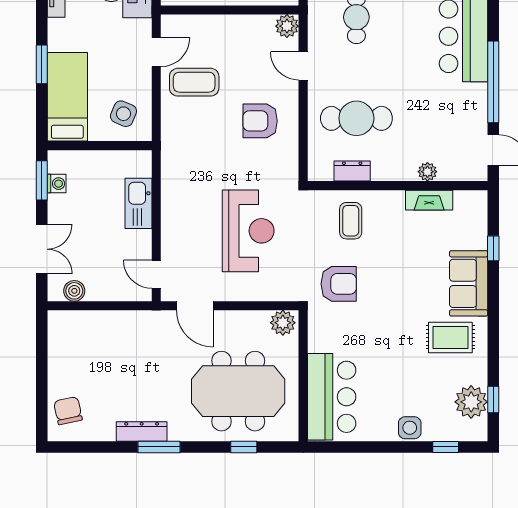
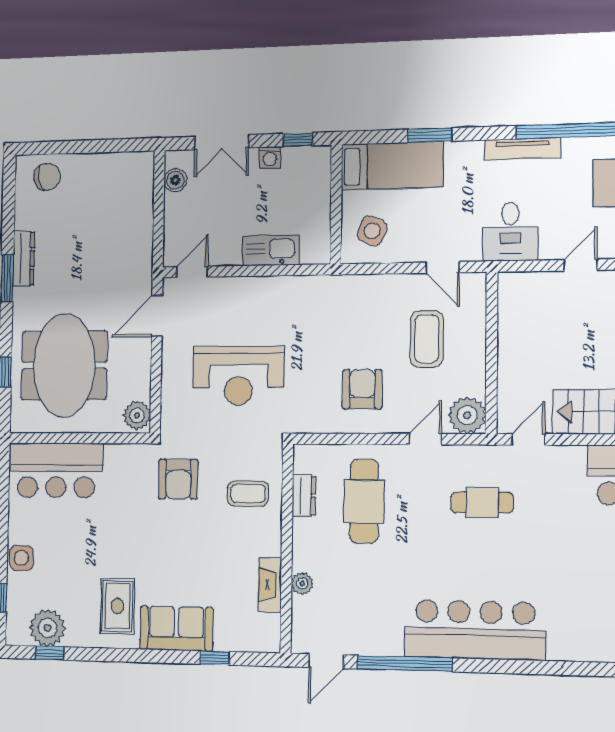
plant: (287, 26) -> (467, 415), width x1.36, depth x1.36
coffee table: (194, 82) -> (427, 339), moved
window: (42, 180) -> (298, 140), width x0.67
washing machine: (57, 184) -> (270, 157), moved

